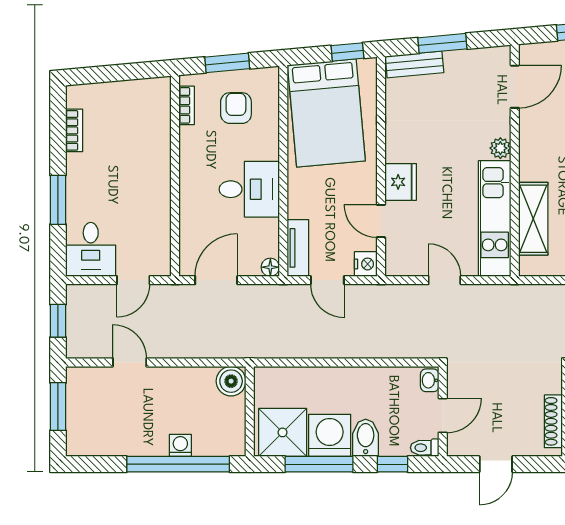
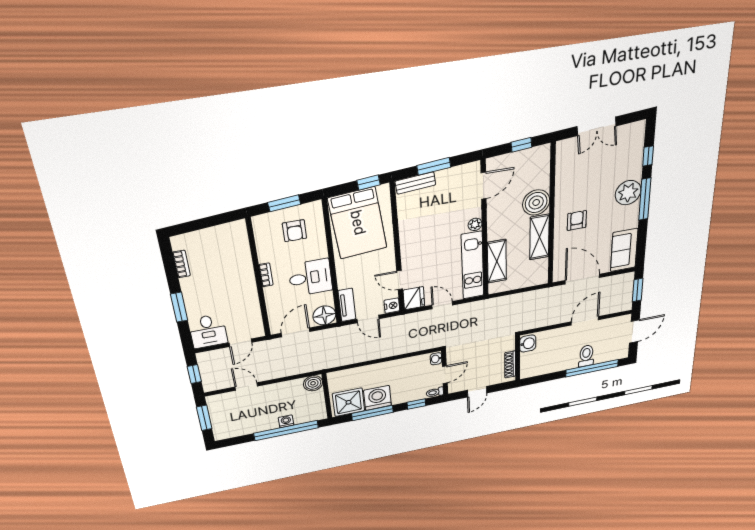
bookcase: (187, 105) -> (266, 275), moved
armchair: (236, 108) -> (294, 231), turned 180
fridge: (401, 182) -> (414, 298), moved
floor lamp: (270, 267) -> (324, 315), width x1.89, depth x1.89
bidet: (366, 438) -> (399, 395), removed

